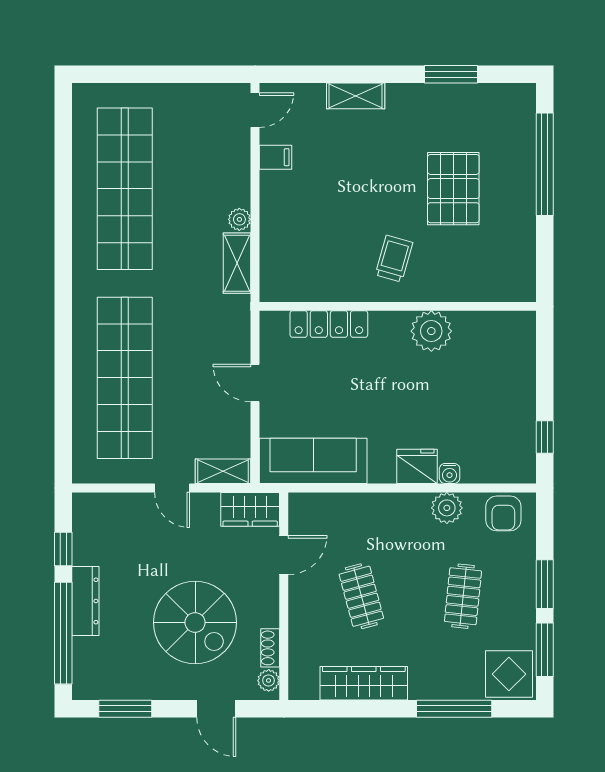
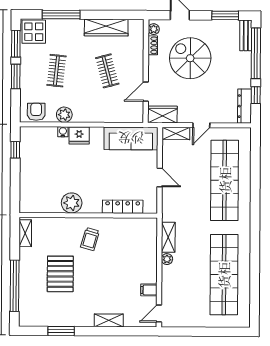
shelving: (524, 270) -> (25, 233), added
door: (172, 488) -> (201, 125), swing flipped
dresser: (85, 601) -> (245, 106), moved
bench: (84, 669) -> (246, 35), added

